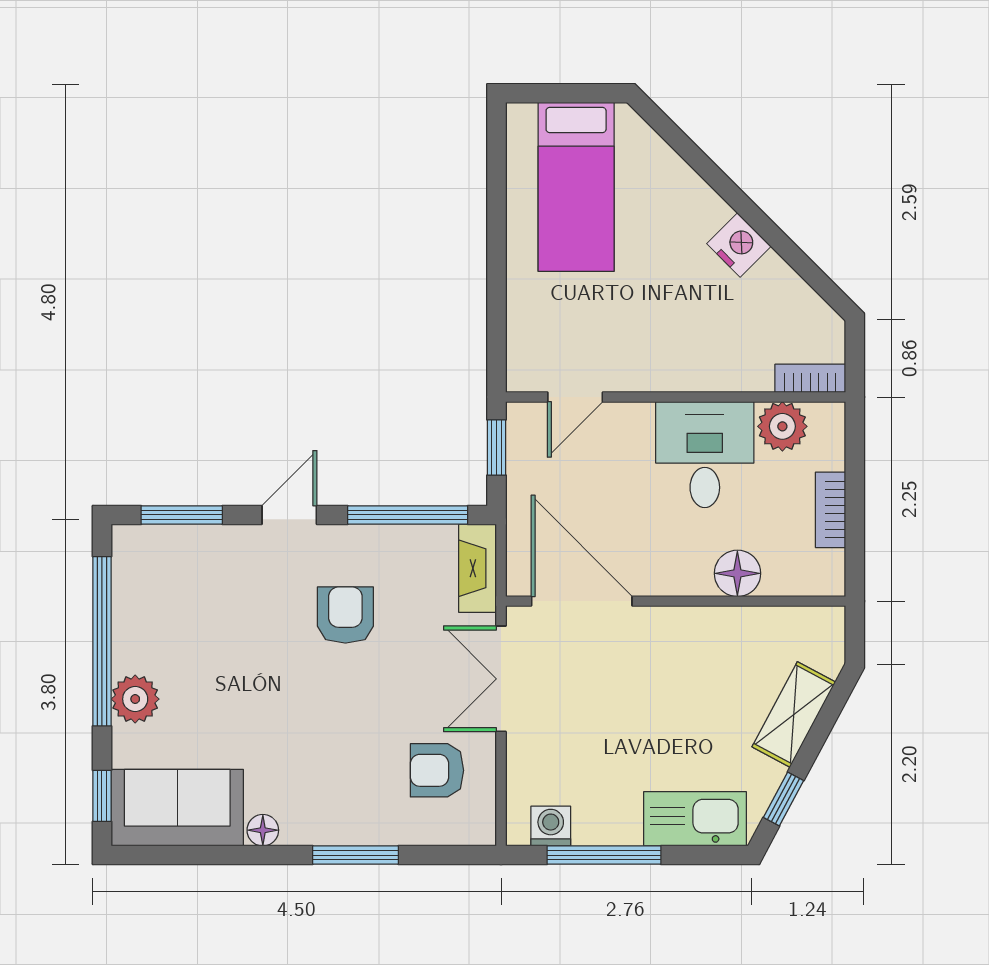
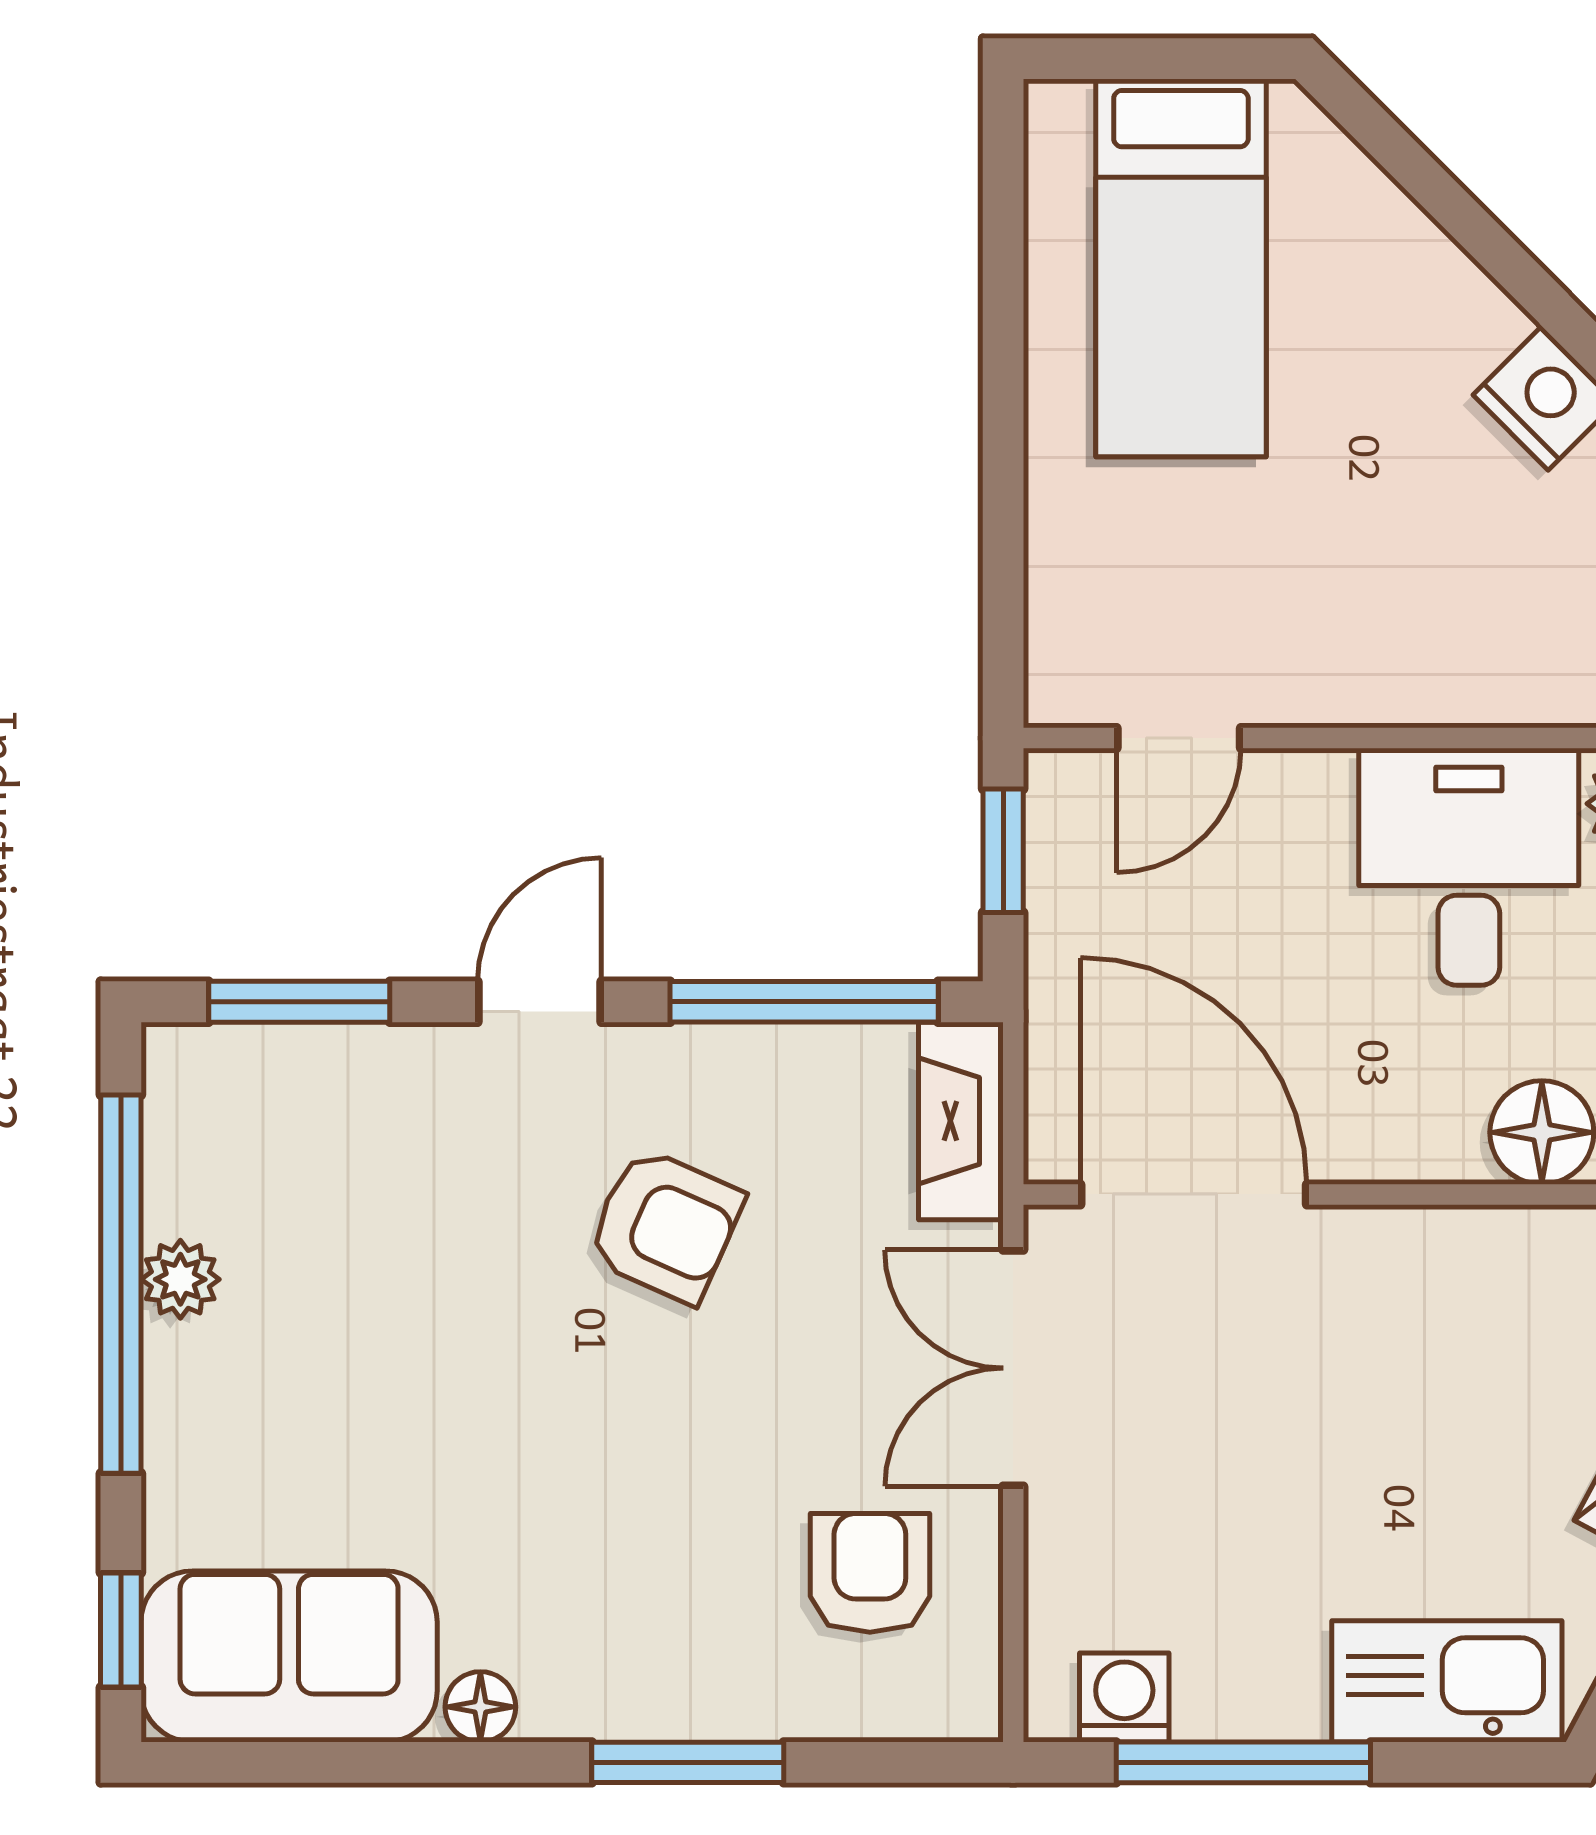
armchair: (345, 615) -> (665, 1225), turned 114
plant: (135, 699) -> (180, 1279), moved, width x0.73, depth x0.73
armchair: (437, 770) -> (870, 1573), turned 90

